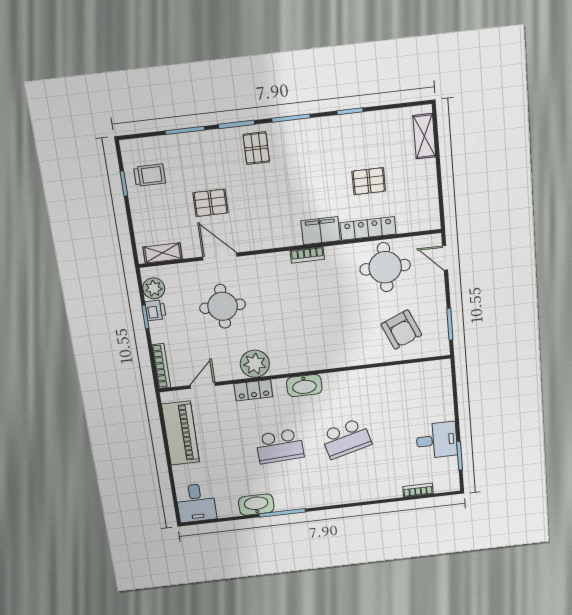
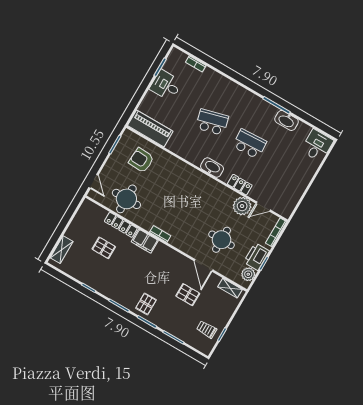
printer: (156, 310) -> (257, 257), width x1.87, depth x1.48
armchair: (401, 330) -> (141, 160), turned -64
plant: (255, 364) -> (242, 206), moved
piano: (181, 433) -> (150, 128), moved, turned 90

